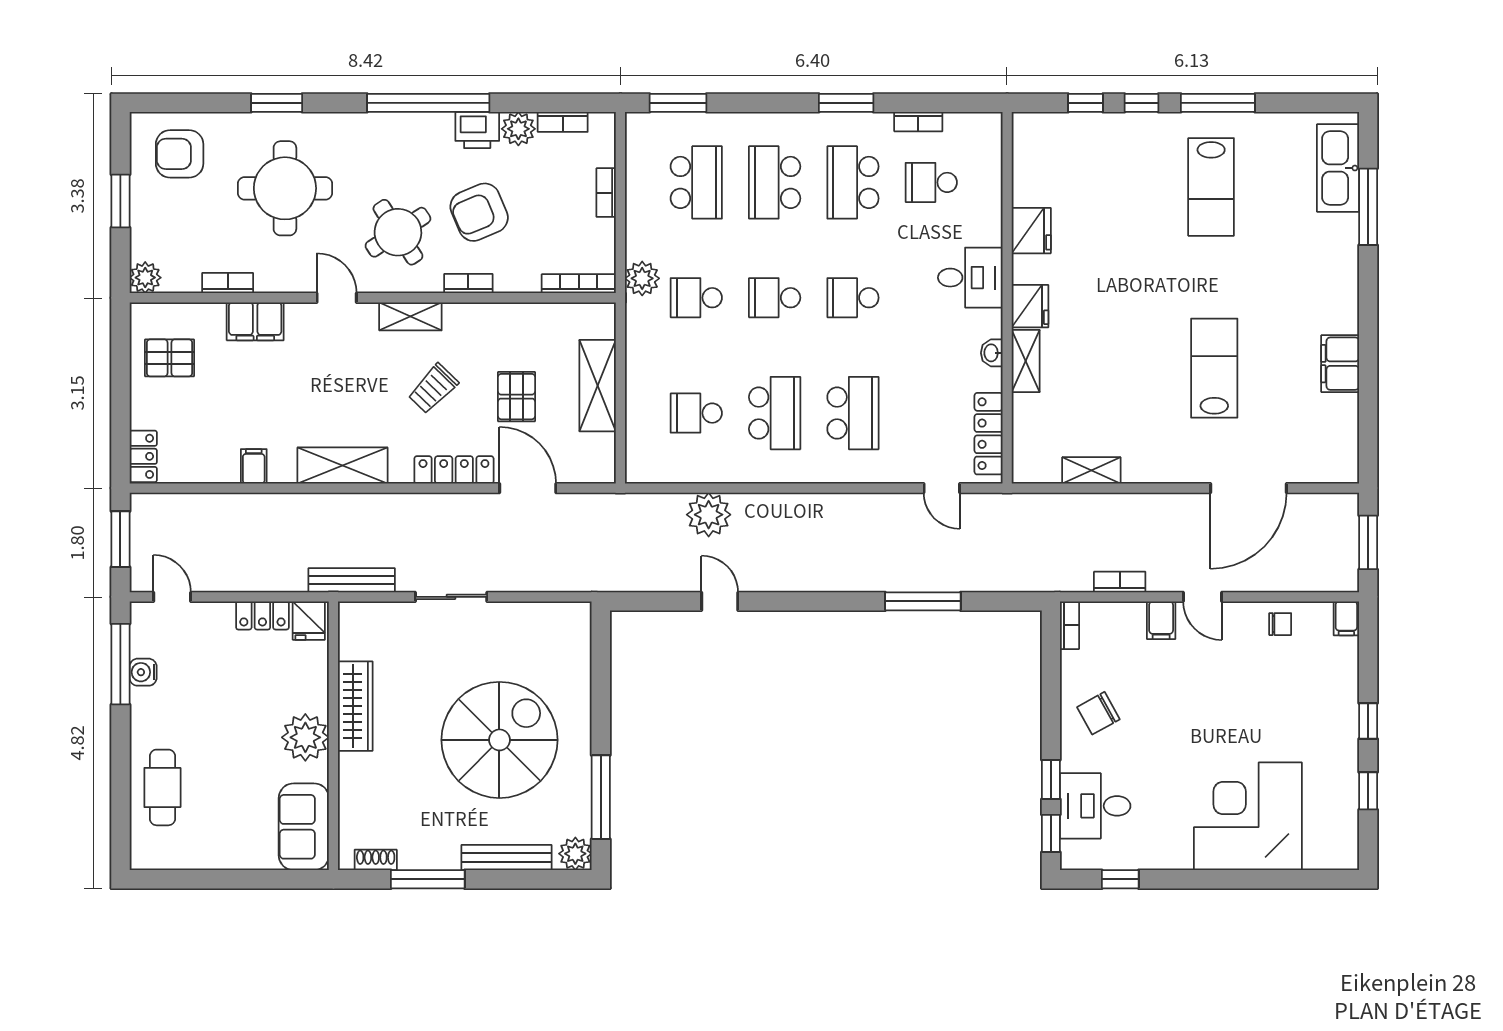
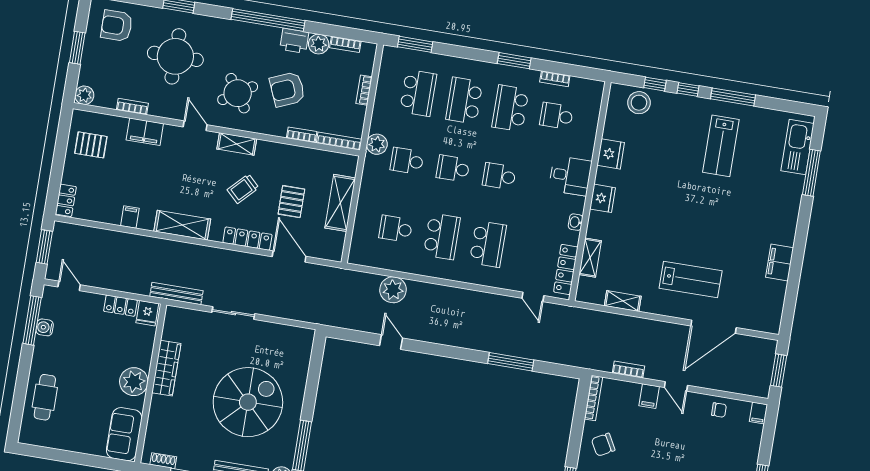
stool: (1064, 138) -> (639, 103), added
bookcase: (468, 284) -> (302, 135), moved
shelving: (1026, 361) -> (590, 258), moved
lab bench: (1214, 368) -> (691, 279), moved, turned 90
bookcase: (1070, 625) -> (593, 398), width x1.56

